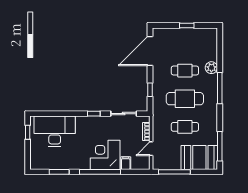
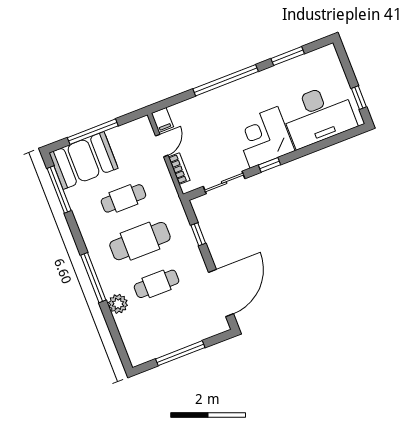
window: (187, 25) -> (180, 353), width x2.17
corner desk: (105, 155) -> (264, 137), moved, turned 180
filing cabinet: (126, 163) -> (162, 120), moved
window: (174, 172) -> (93, 132), moved

